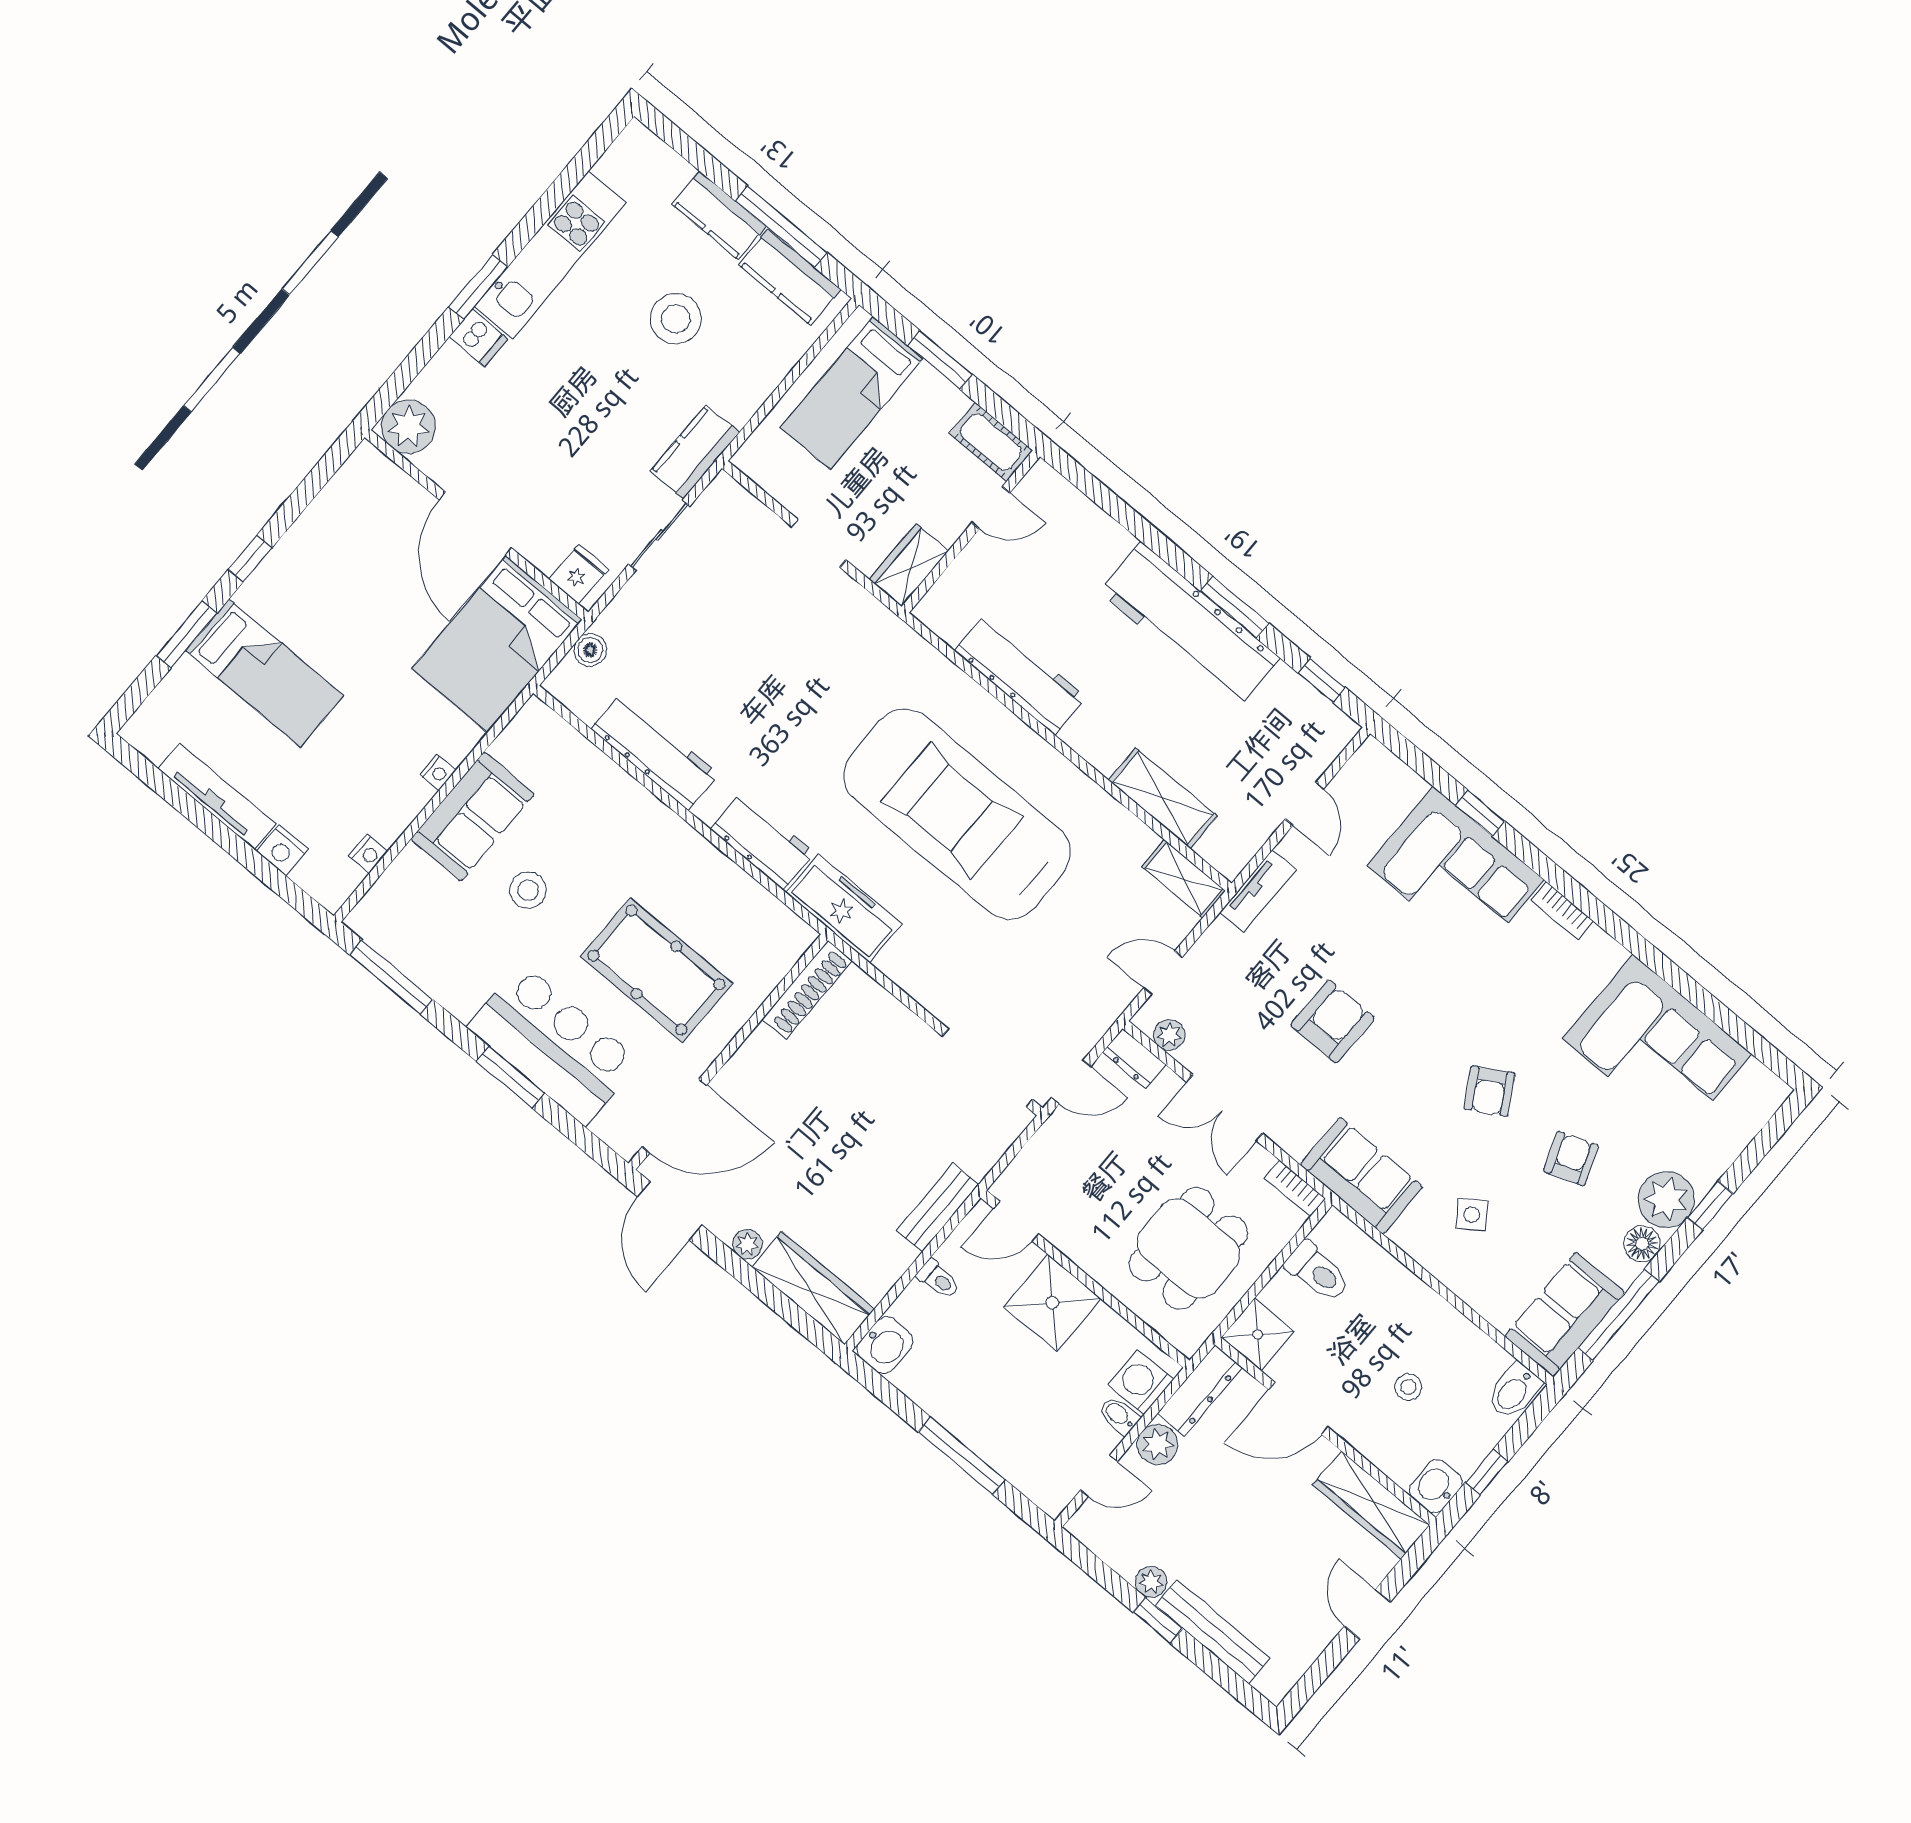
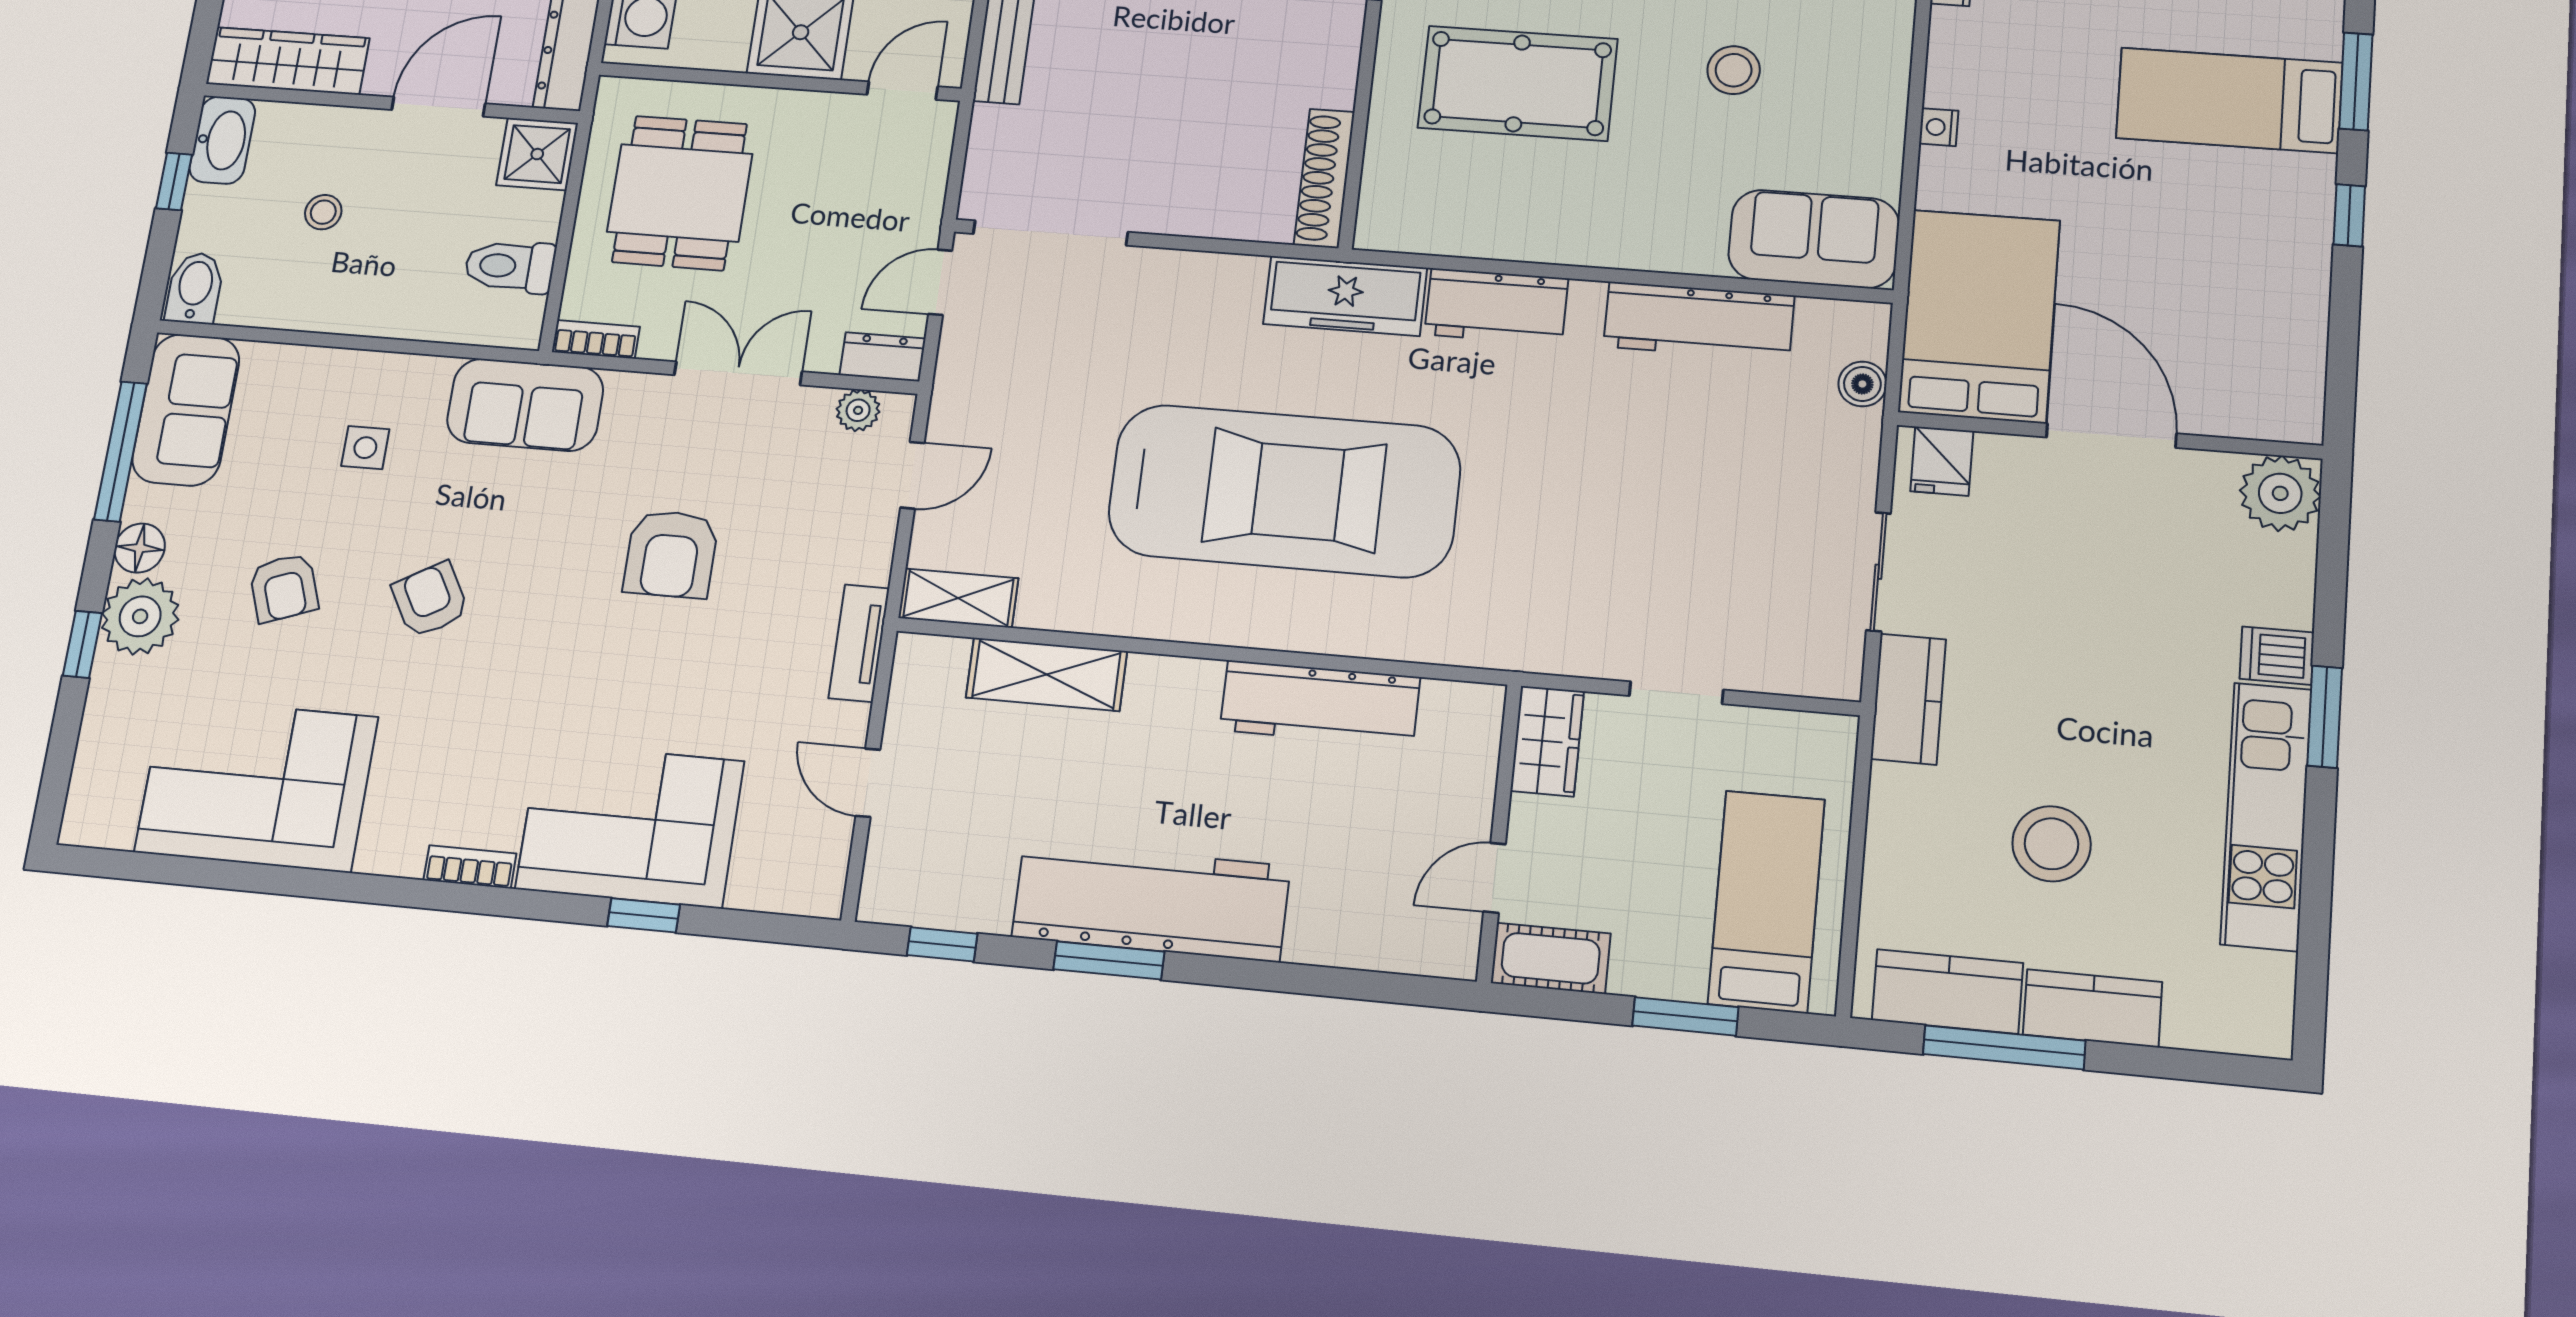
sofa: (473, 817) -> (1814, 239), moved, turned 90
side table: (1472, 1215) -> (365, 448), turned 35
washbasin: (1436, 1486) -> (222, 140), width x1.38

